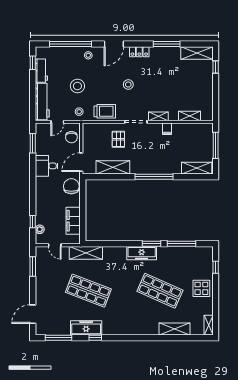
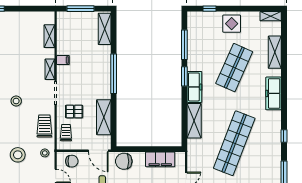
trolley: (98, 132) -> (66, 133), added
shelving: (86, 253) -> (194, 121), moved
shop shelf: (88, 291) -> (234, 143), width x1.40
freezer: (86, 328) -> (274, 93), moved

